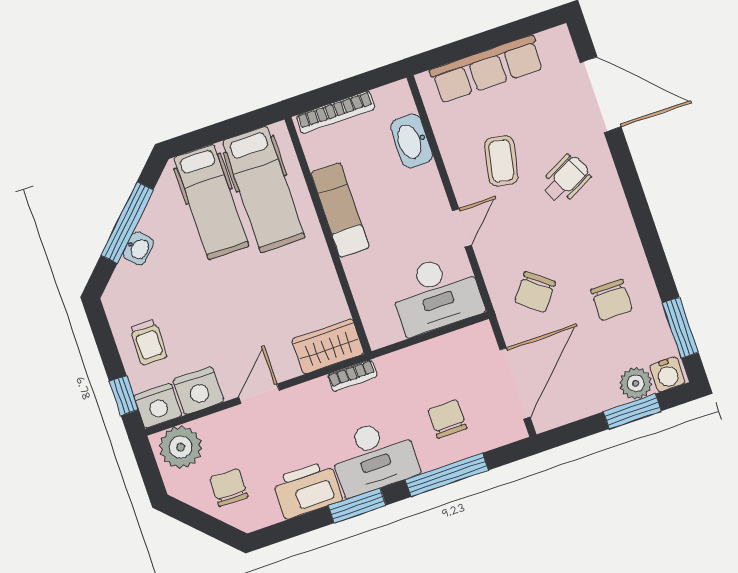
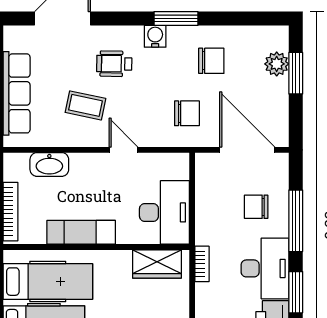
wheelchair: (566, 179) -> (114, 64), turned -62
chair: (535, 292) -> (187, 113), turned -38
desk: (436, 294) -> (164, 212), moved
window: (680, 328) -> (176, 19), moved
wardrobe: (328, 346) -> (157, 264), moved, turned -90
water cooler: (667, 374) -> (155, 36), moved, turned -90

